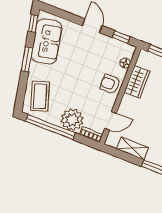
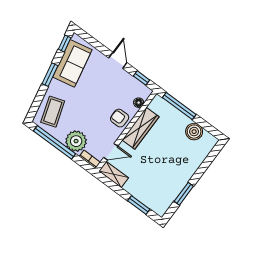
wardrobe: (137, 82) -> (141, 128), width x1.50
shelving: (133, 148) -> (114, 174), moved

